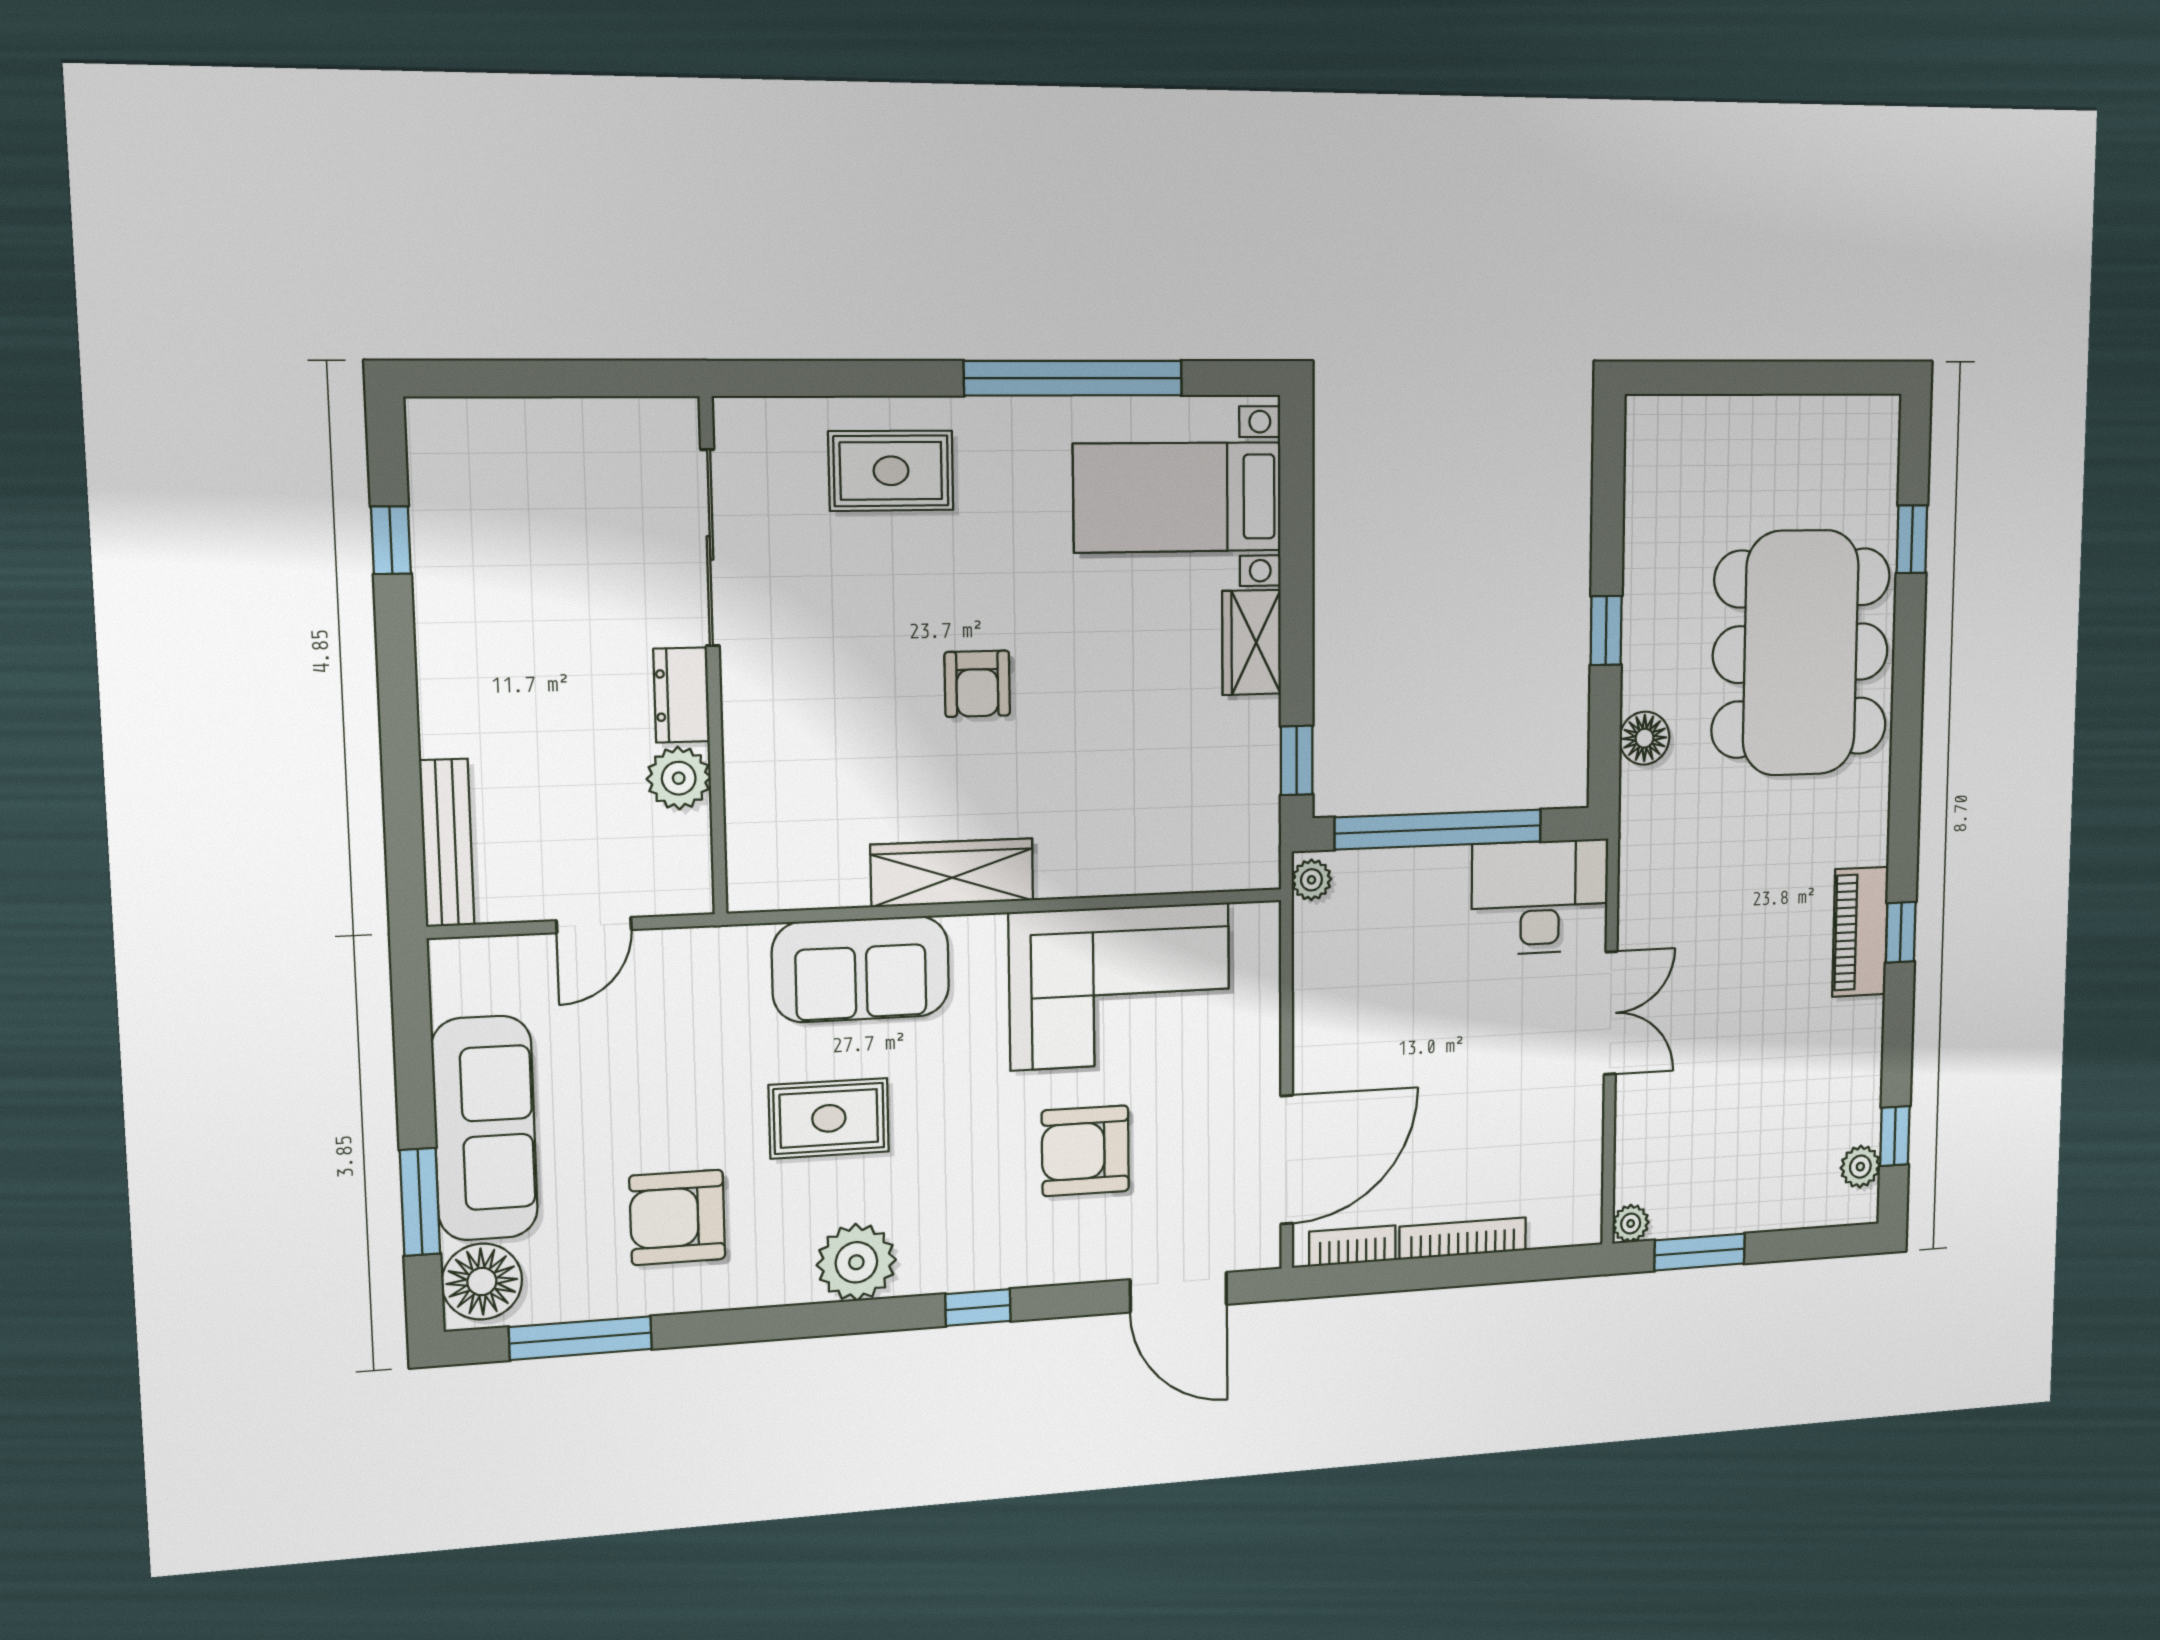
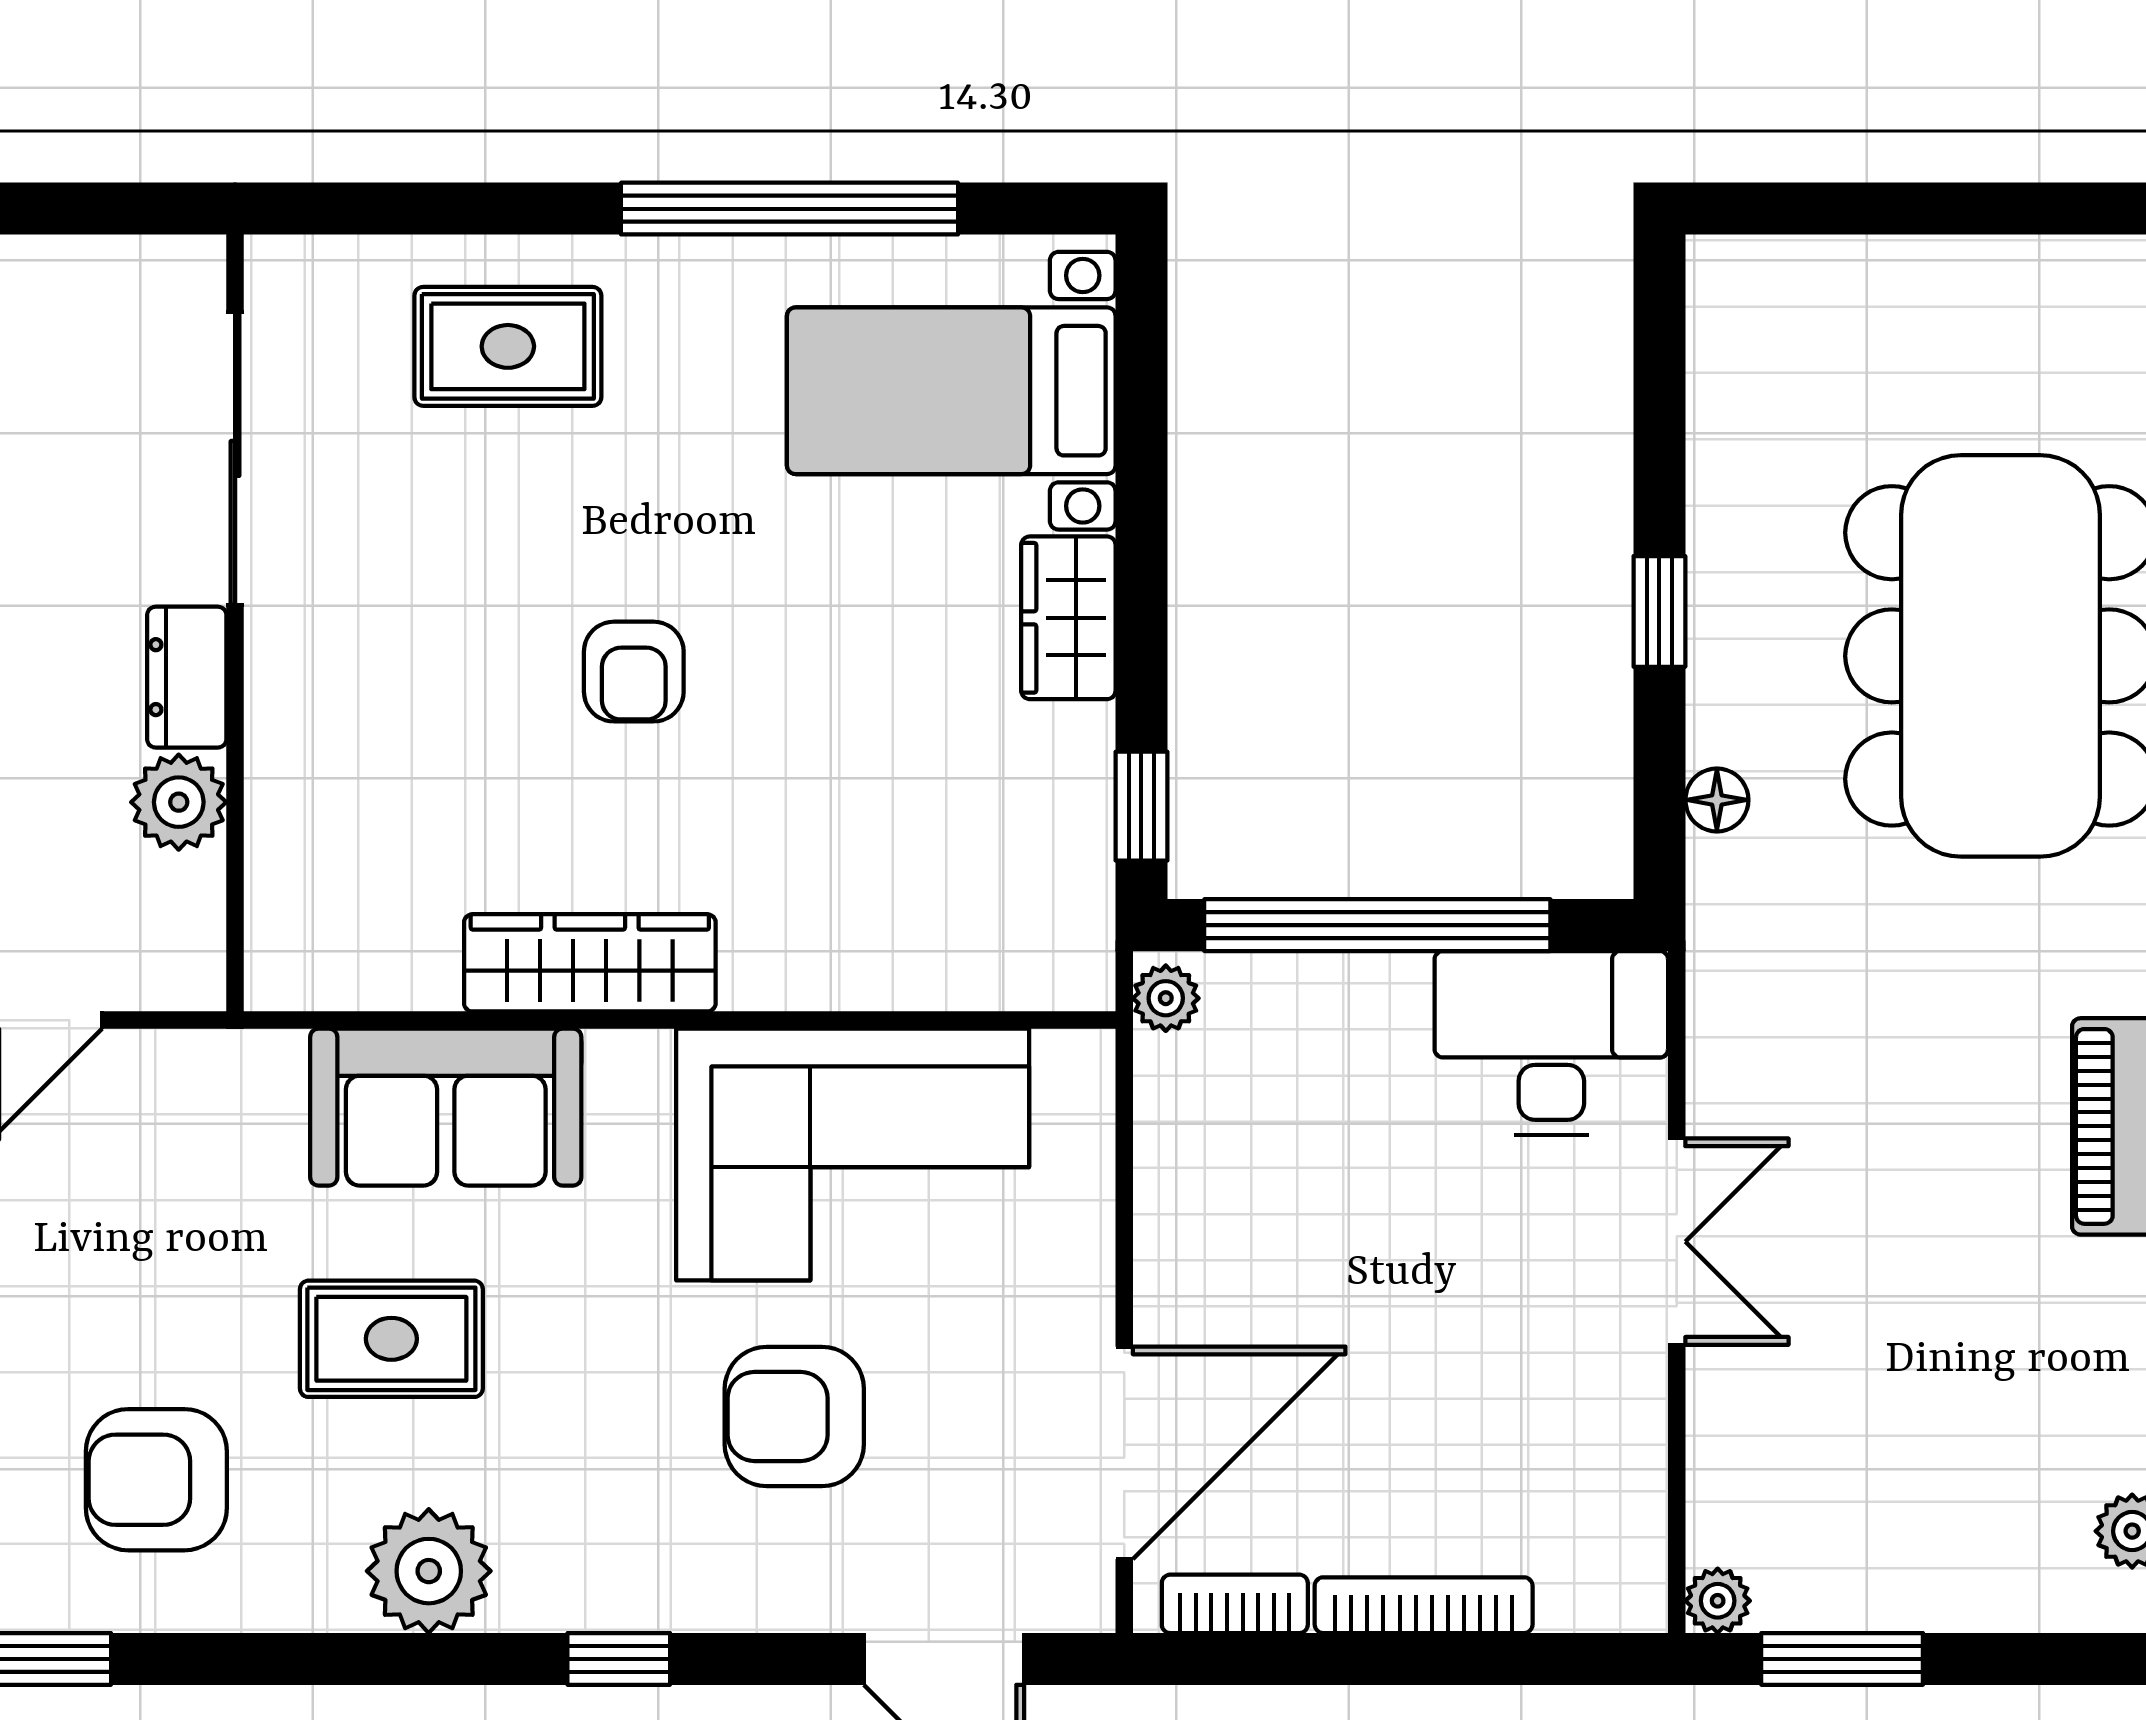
floor lamp: (1645, 738) -> (1717, 800), width x0.73, depth x0.73

